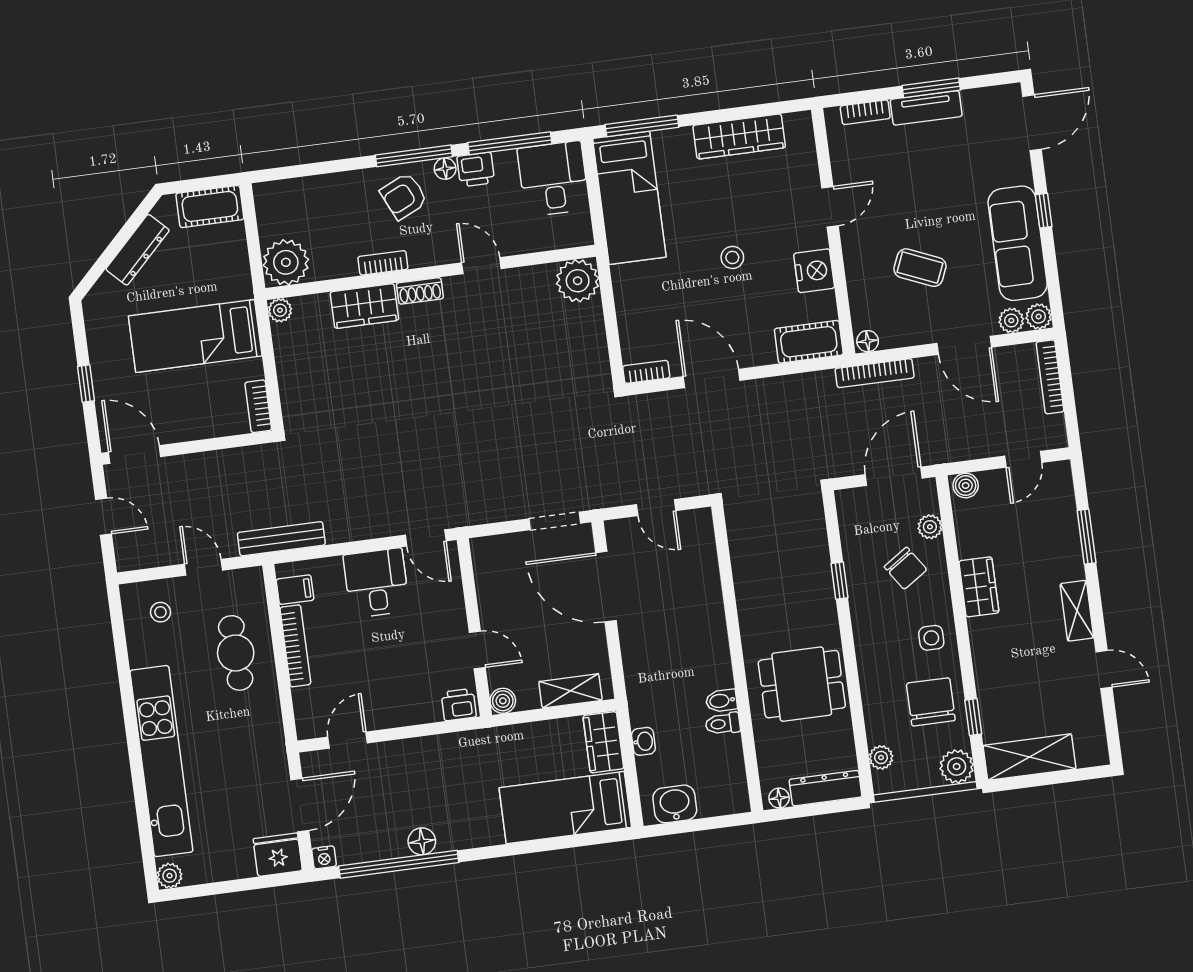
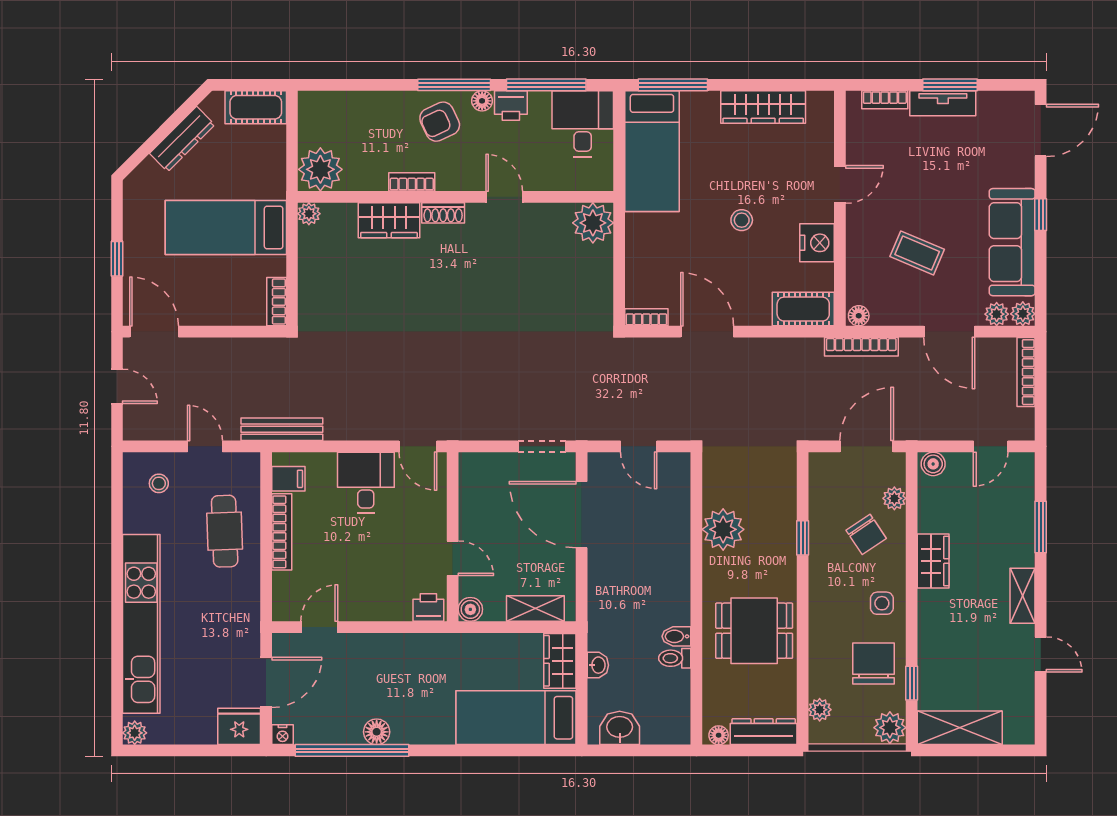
plant: (755, 583) -> (723, 529), added

